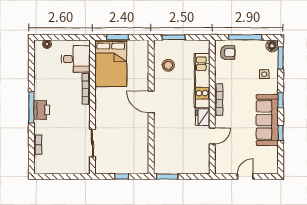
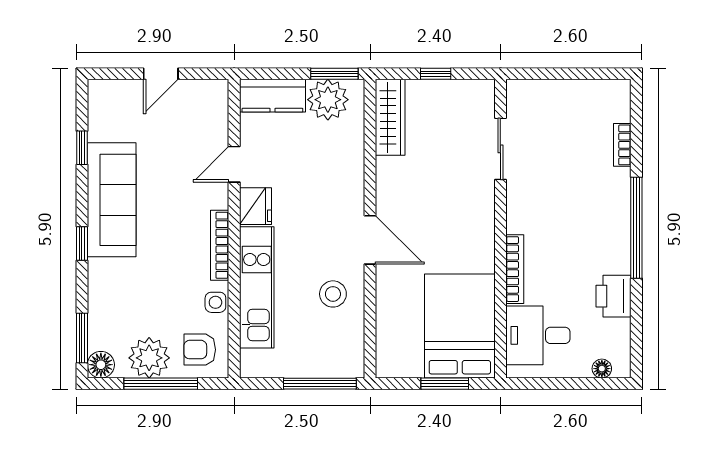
window: (174, 37) -> (320, 384), width x1.44
plant: (250, 49) -> (149, 358), added
stool: (168, 65) -> (333, 294), moved
side table: (264, 74) -> (215, 302), moved
window: (31, 107) -> (636, 228), width x1.46
printer: (42, 110) -> (614, 296), moved
window: (281, 133) -> (82, 148), moved
wardrobe: (142, 157) -> (390, 117), added
plant: (170, 165) -> (328, 100), added
kitchen counter: (195, 167) -> (272, 96), added

